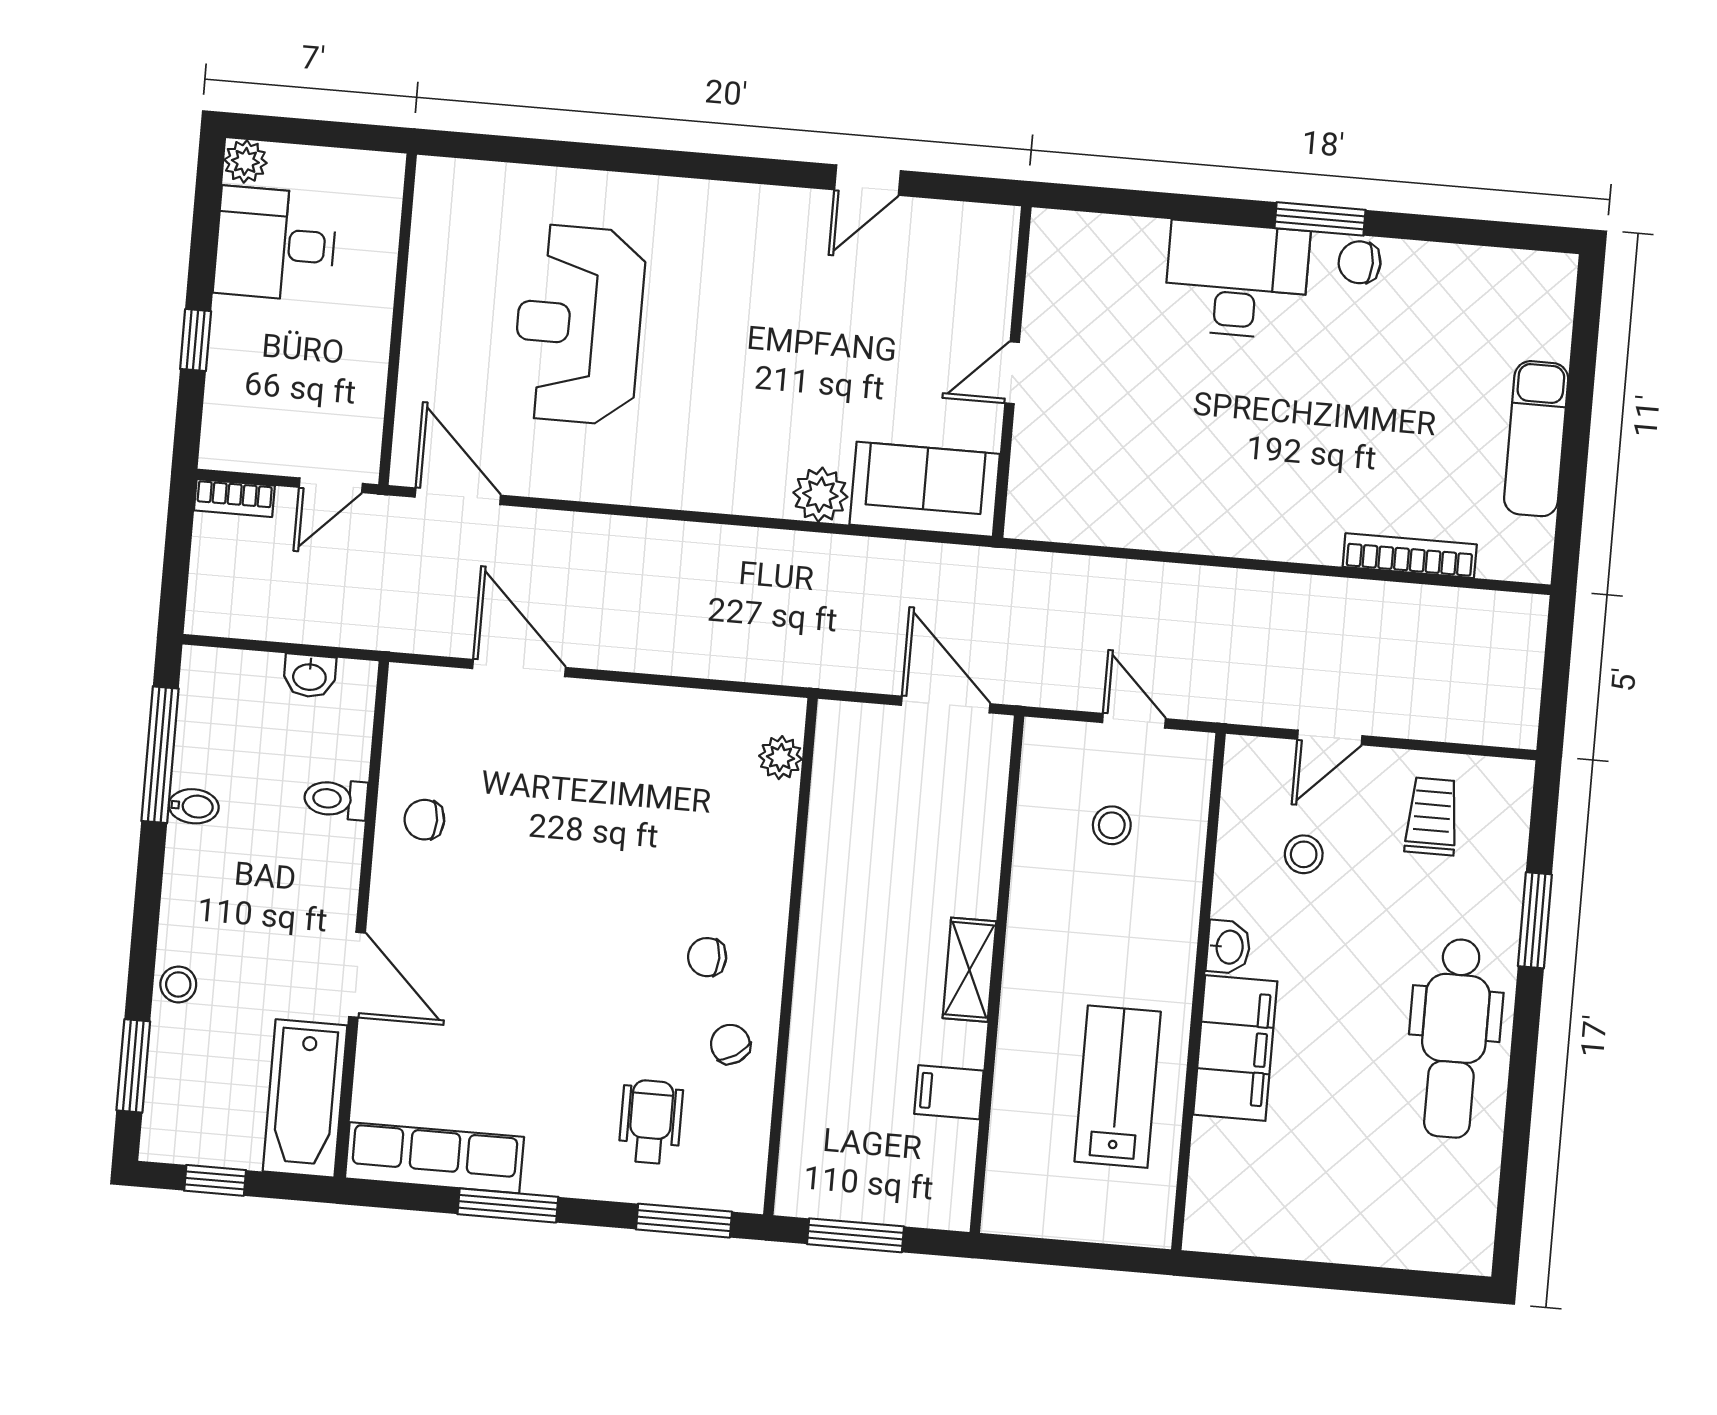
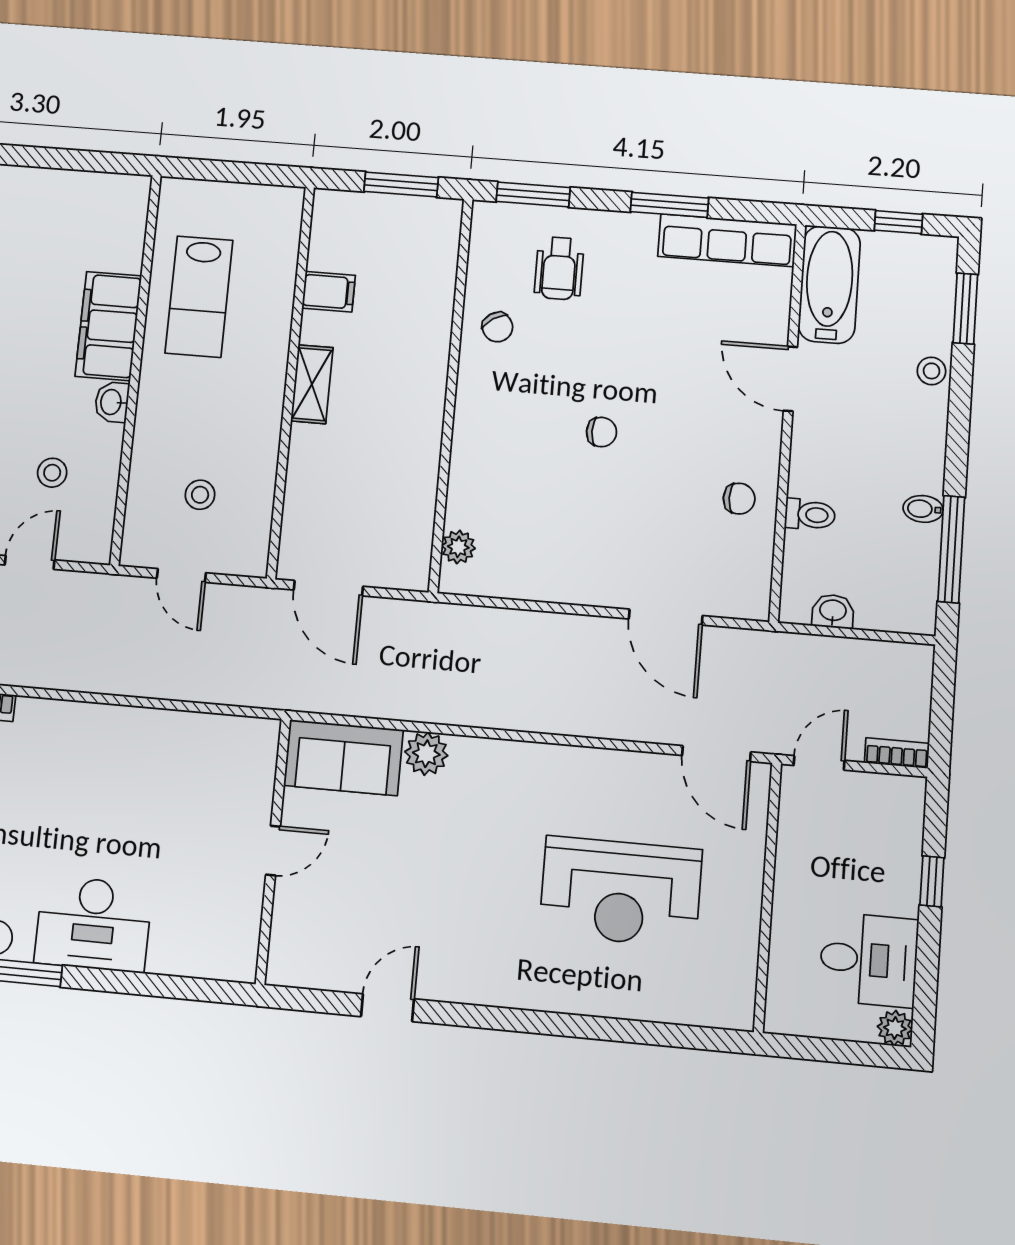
reception desk: (579, 325) -> (621, 892), turned 90
chair: (707, 957) -> (601, 432), moved

